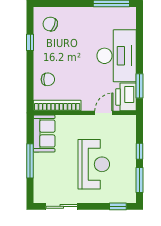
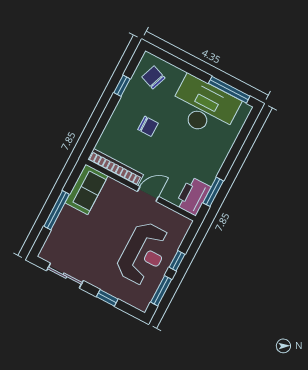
desk: (117, 56) -> (204, 107), moved, turned -90
chair: (48, 79) -> (148, 126), moved
door: (104, 113) -> (148, 194), moved
reception desk: (94, 164) -> (143, 254), moved
window: (118, 206) -> (107, 298), moved

